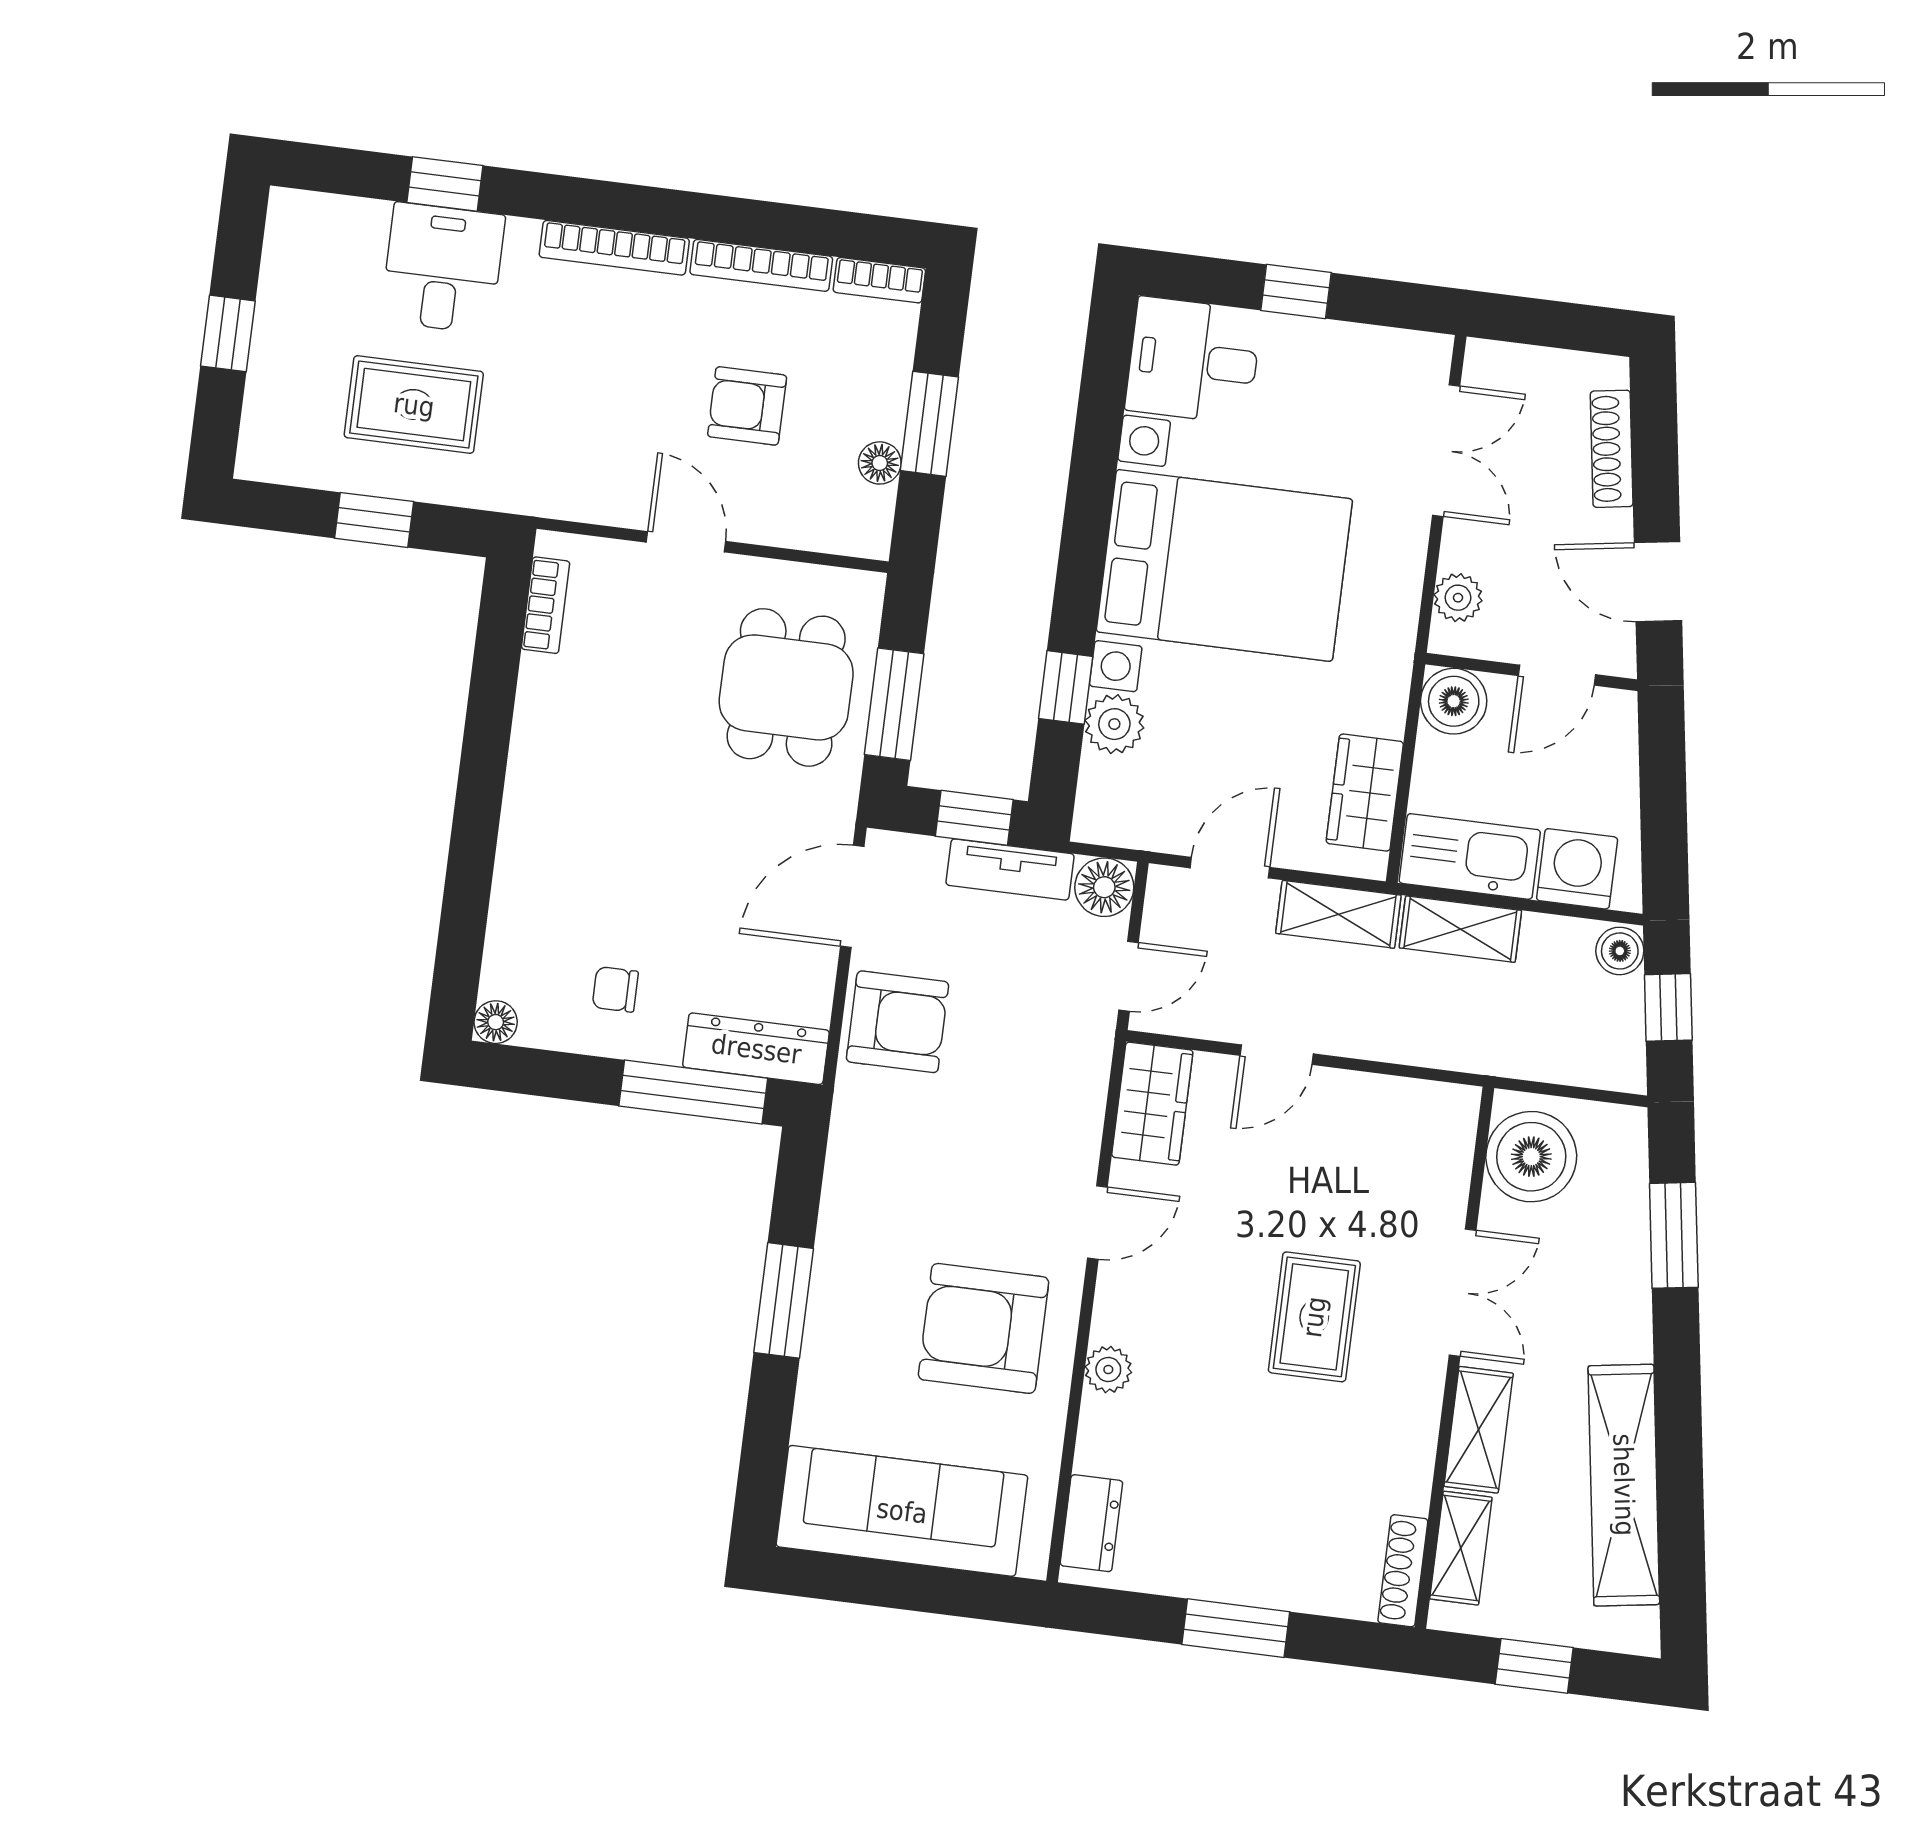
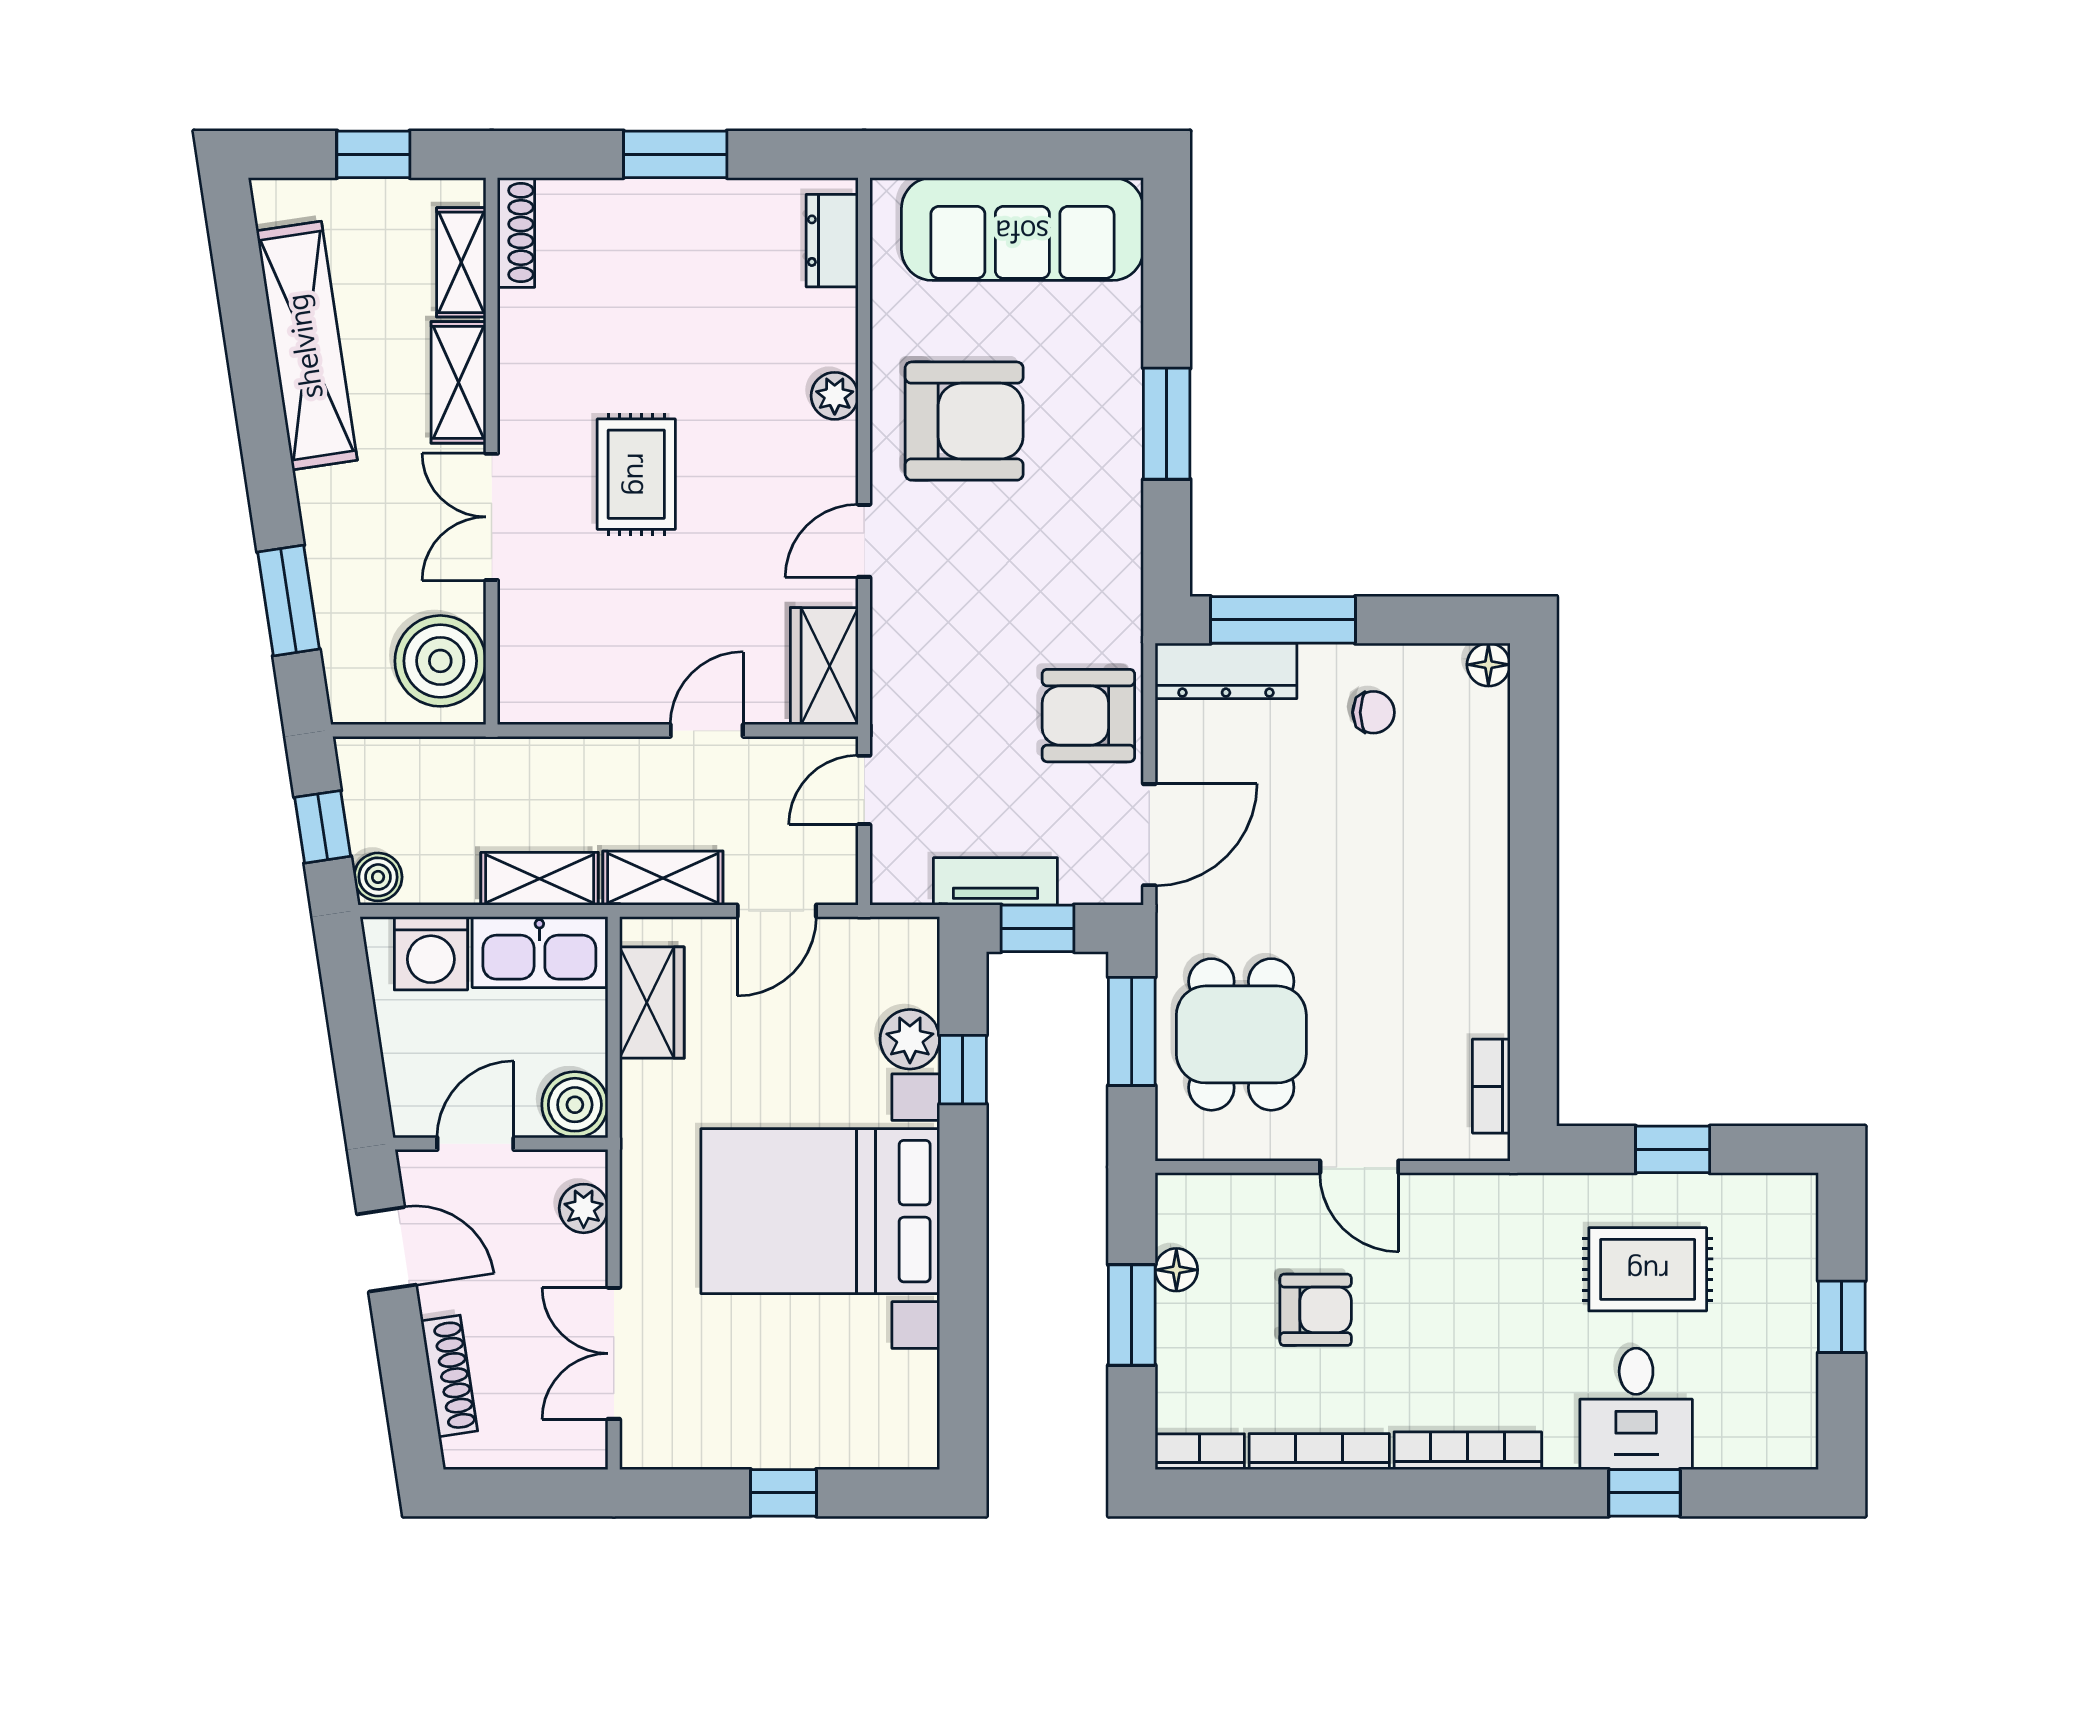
desk: (1193, 360) -> (877, 1411), removed
floor lamp: (1104, 887) -> (899, 876), removed

